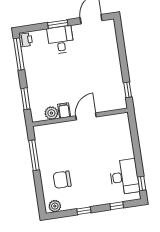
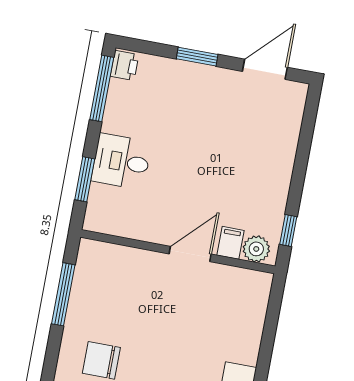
desk: (61, 40) -> (121, 162), moved, turned -90
filing cabinet: (64, 111) -> (231, 243), moved
plant: (51, 113) -> (256, 249), moved

